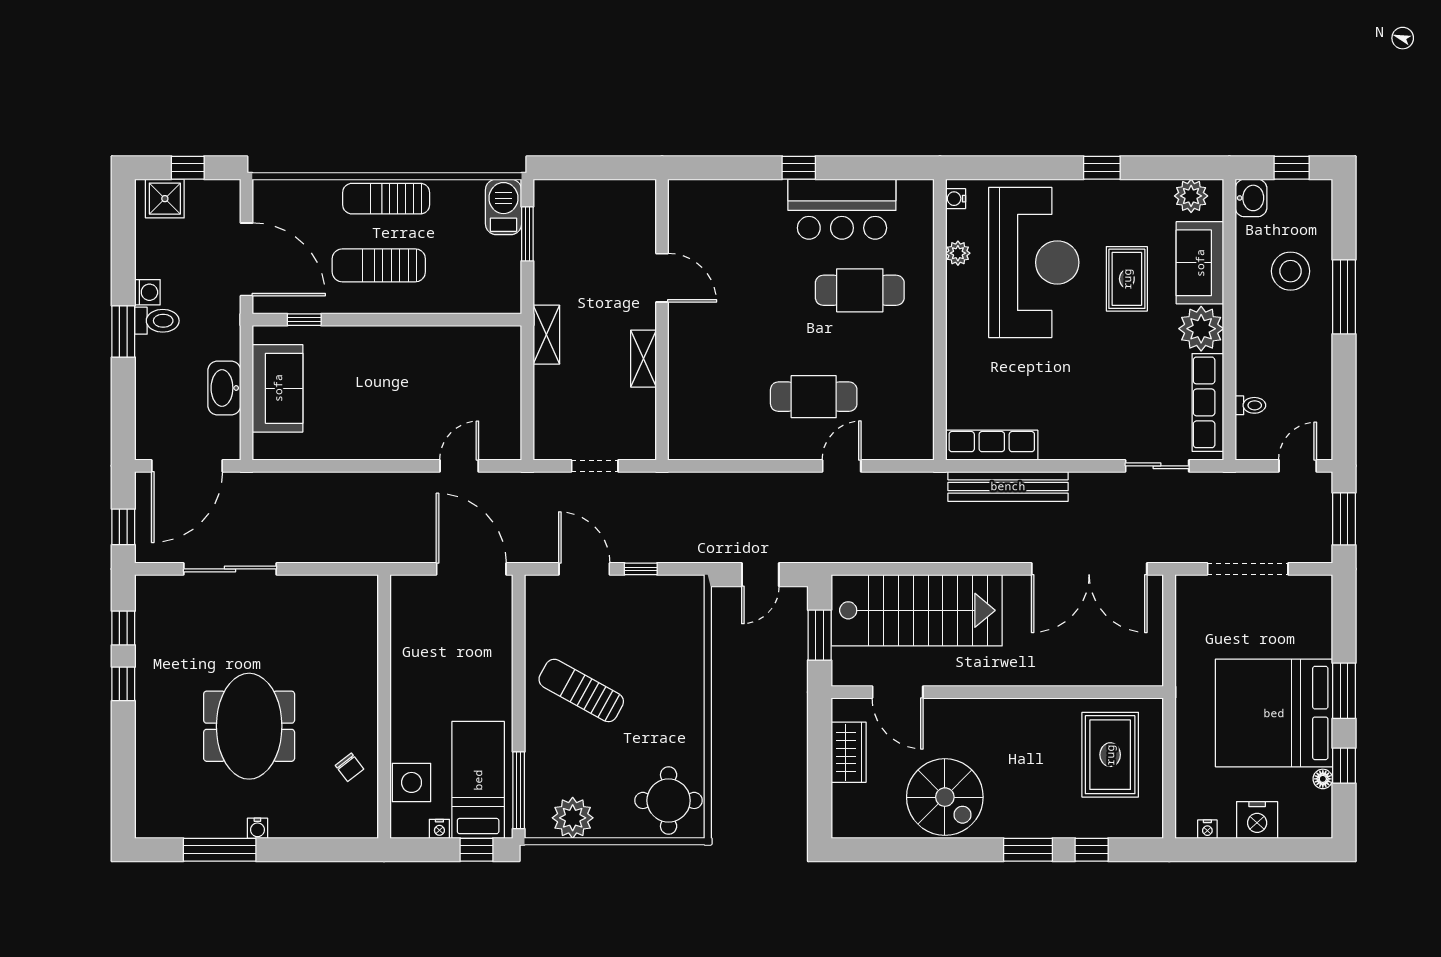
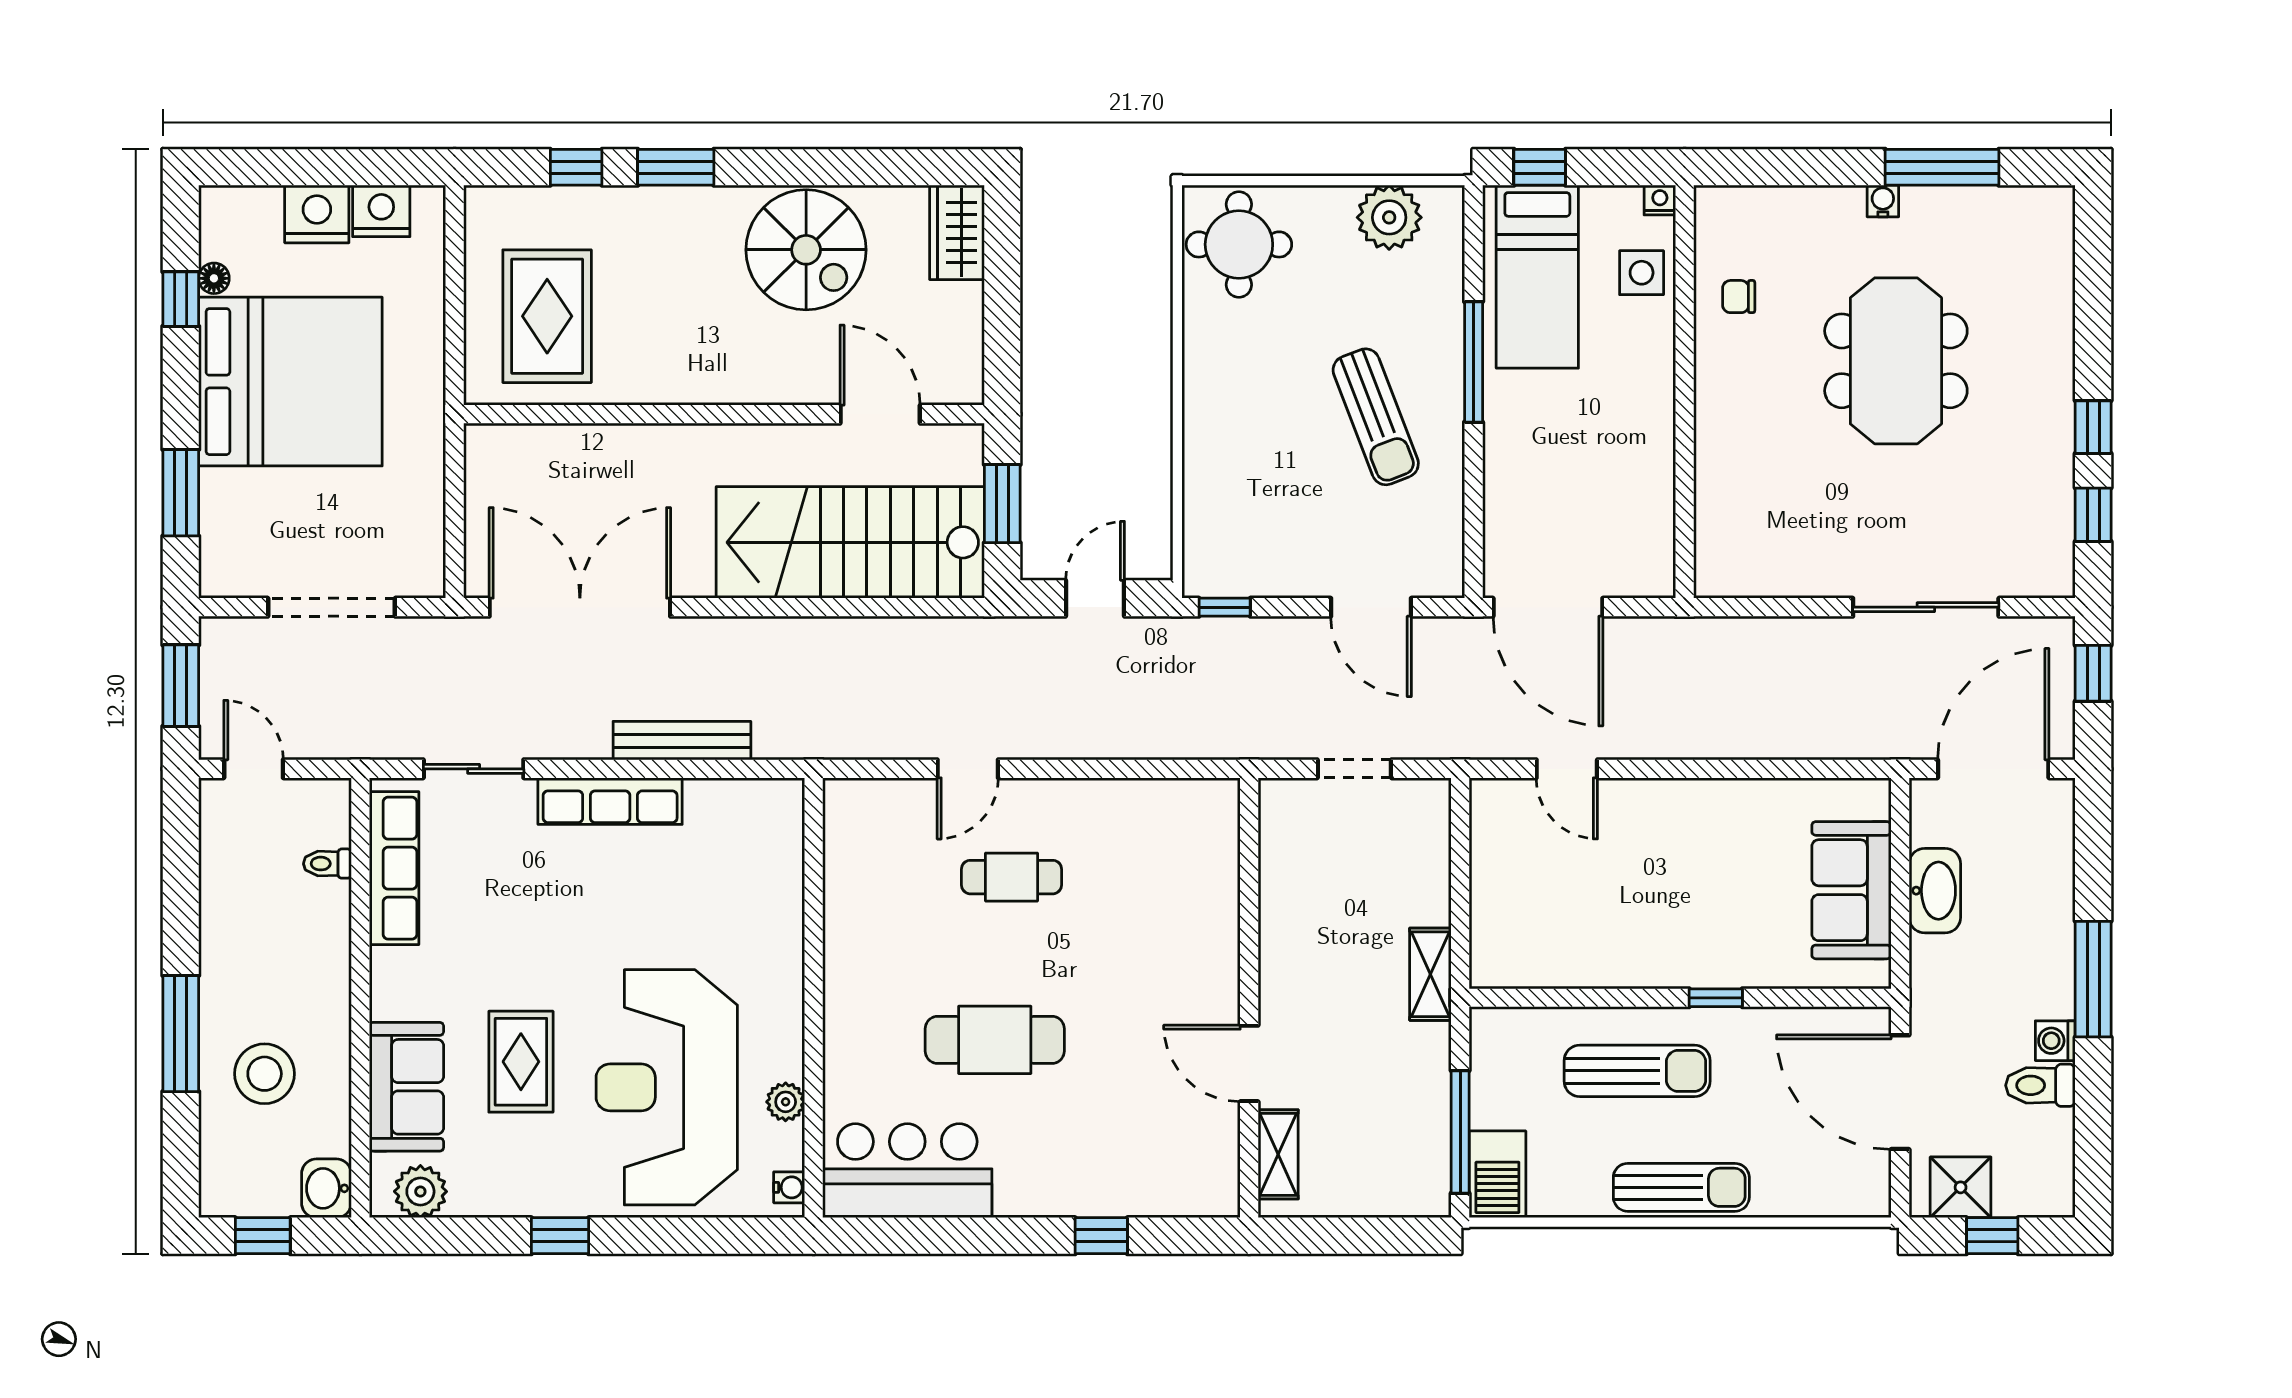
window: (799, 168) -> (1101, 1236), moved
shower: (165, 199) -> (1961, 1187), moved
bar counter: (842, 209) -> (907, 1171), moved
window: (527, 234) -> (1460, 1132), width x1.44
sun lounger: (379, 265) -> (1637, 1071), moved
cafe table: (860, 290) -> (995, 1040), moved
window: (304, 320) -> (1716, 998), moved
toilet: (157, 321) -> (2040, 1085), moved
plant: (1201, 329) -> (405, 984), removed
window: (123, 332) -> (2093, 979), width x1.44
shelving: (643, 359) -> (1278, 1154), moved
cafe table: (814, 397) -> (1012, 877), width x0.73, depth x0.74
row of seats: (992, 445) -> (610, 801), moved
door: (459, 466) -> (1567, 769), hinge flipped
door: (1298, 466) -> (254, 769), swing flipped
bench: (1008, 486) -> (682, 741), width x0.73, depth x0.82
window: (641, 569) -> (1225, 607), moved
sun lounger: (581, 690) -> (1376, 417), turned 40
window: (1344, 691) -> (181, 493), moved
wardrobe: (849, 752) -> (957, 232), moved
chair: (350, 767) -> (1739, 297), turned -52
side table: (412, 782) -> (1642, 273), width x0.73, depth x0.73
window: (519, 790) -> (1474, 362), moved
spiral stairs: (945, 797) -> (806, 250), turned 180
nightstand: (439, 829) -> (1660, 200), moved
nightstand: (1207, 829) -> (381, 211), width x1.89, depth x1.79

